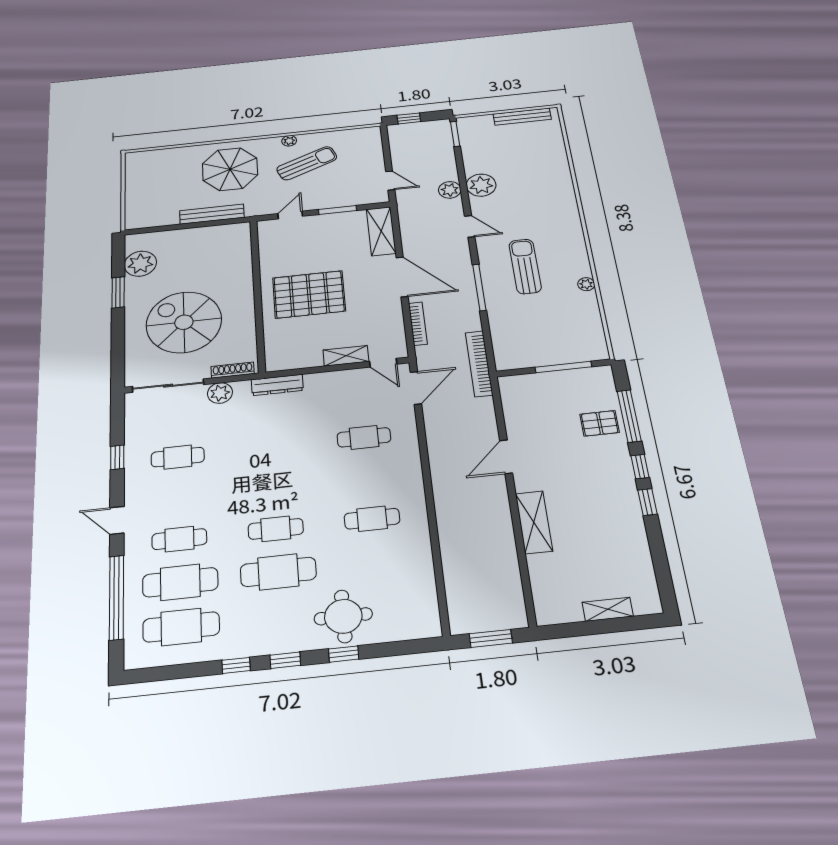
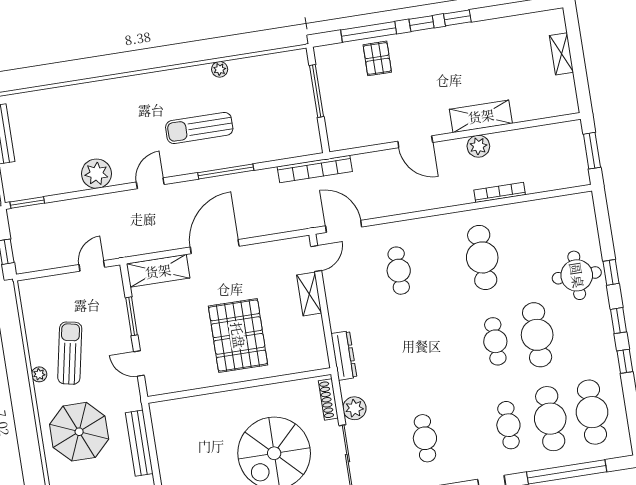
sun lounger: (307, 163) -> (70, 353), turned 33
plant: (450, 190) -> (478, 146), moved
bookcase: (418, 324) -> (500, 192), moved
cafe table: (372, 519) -> (482, 257), width x1.37, depth x1.35

